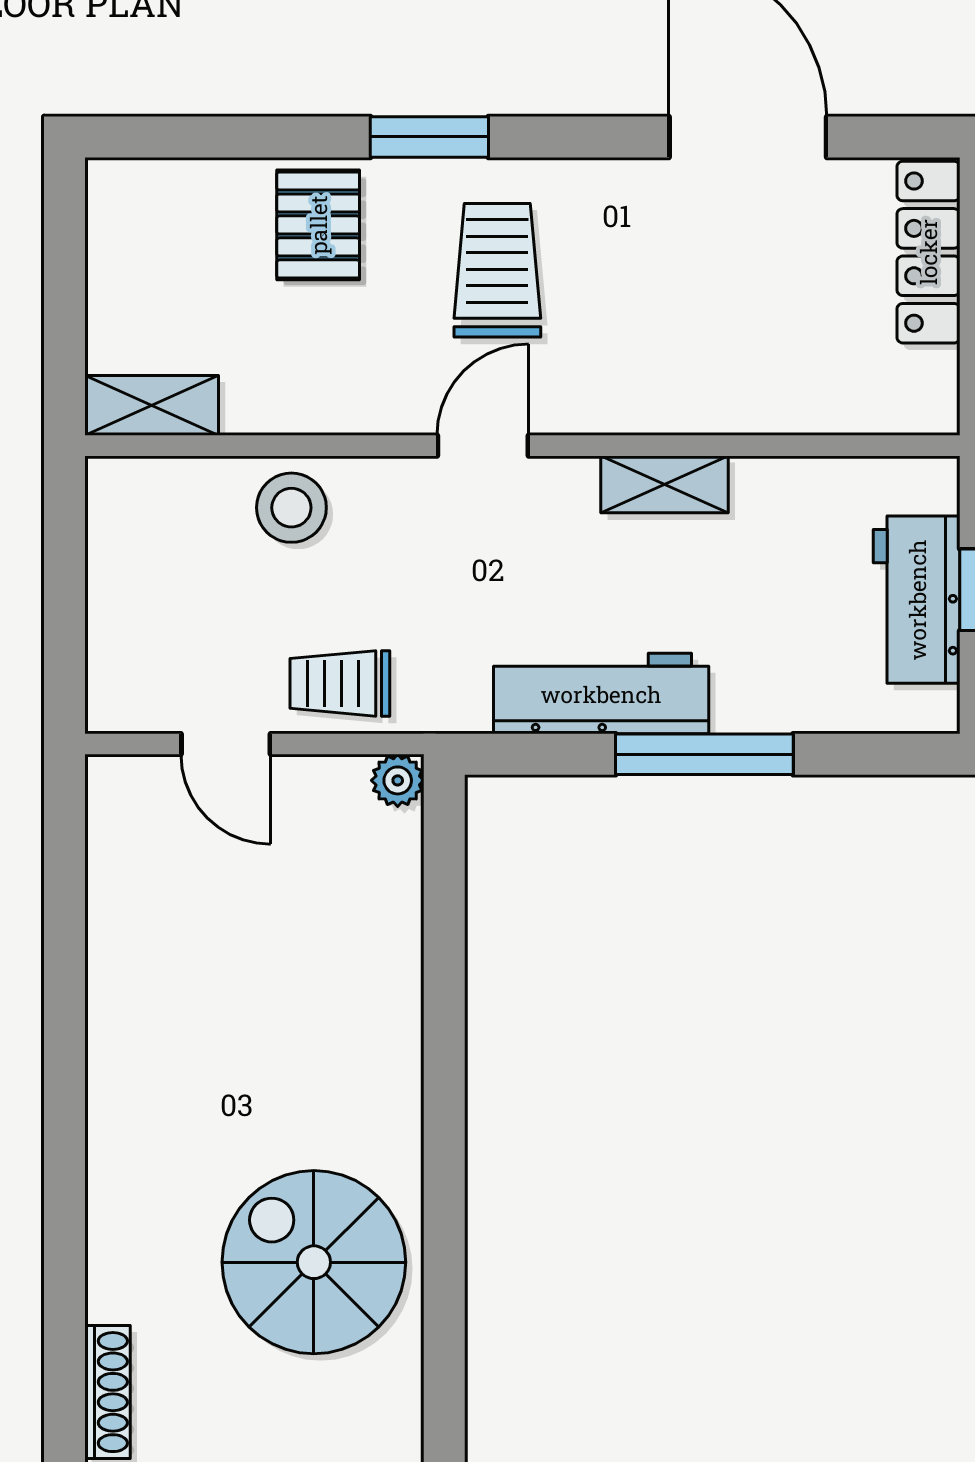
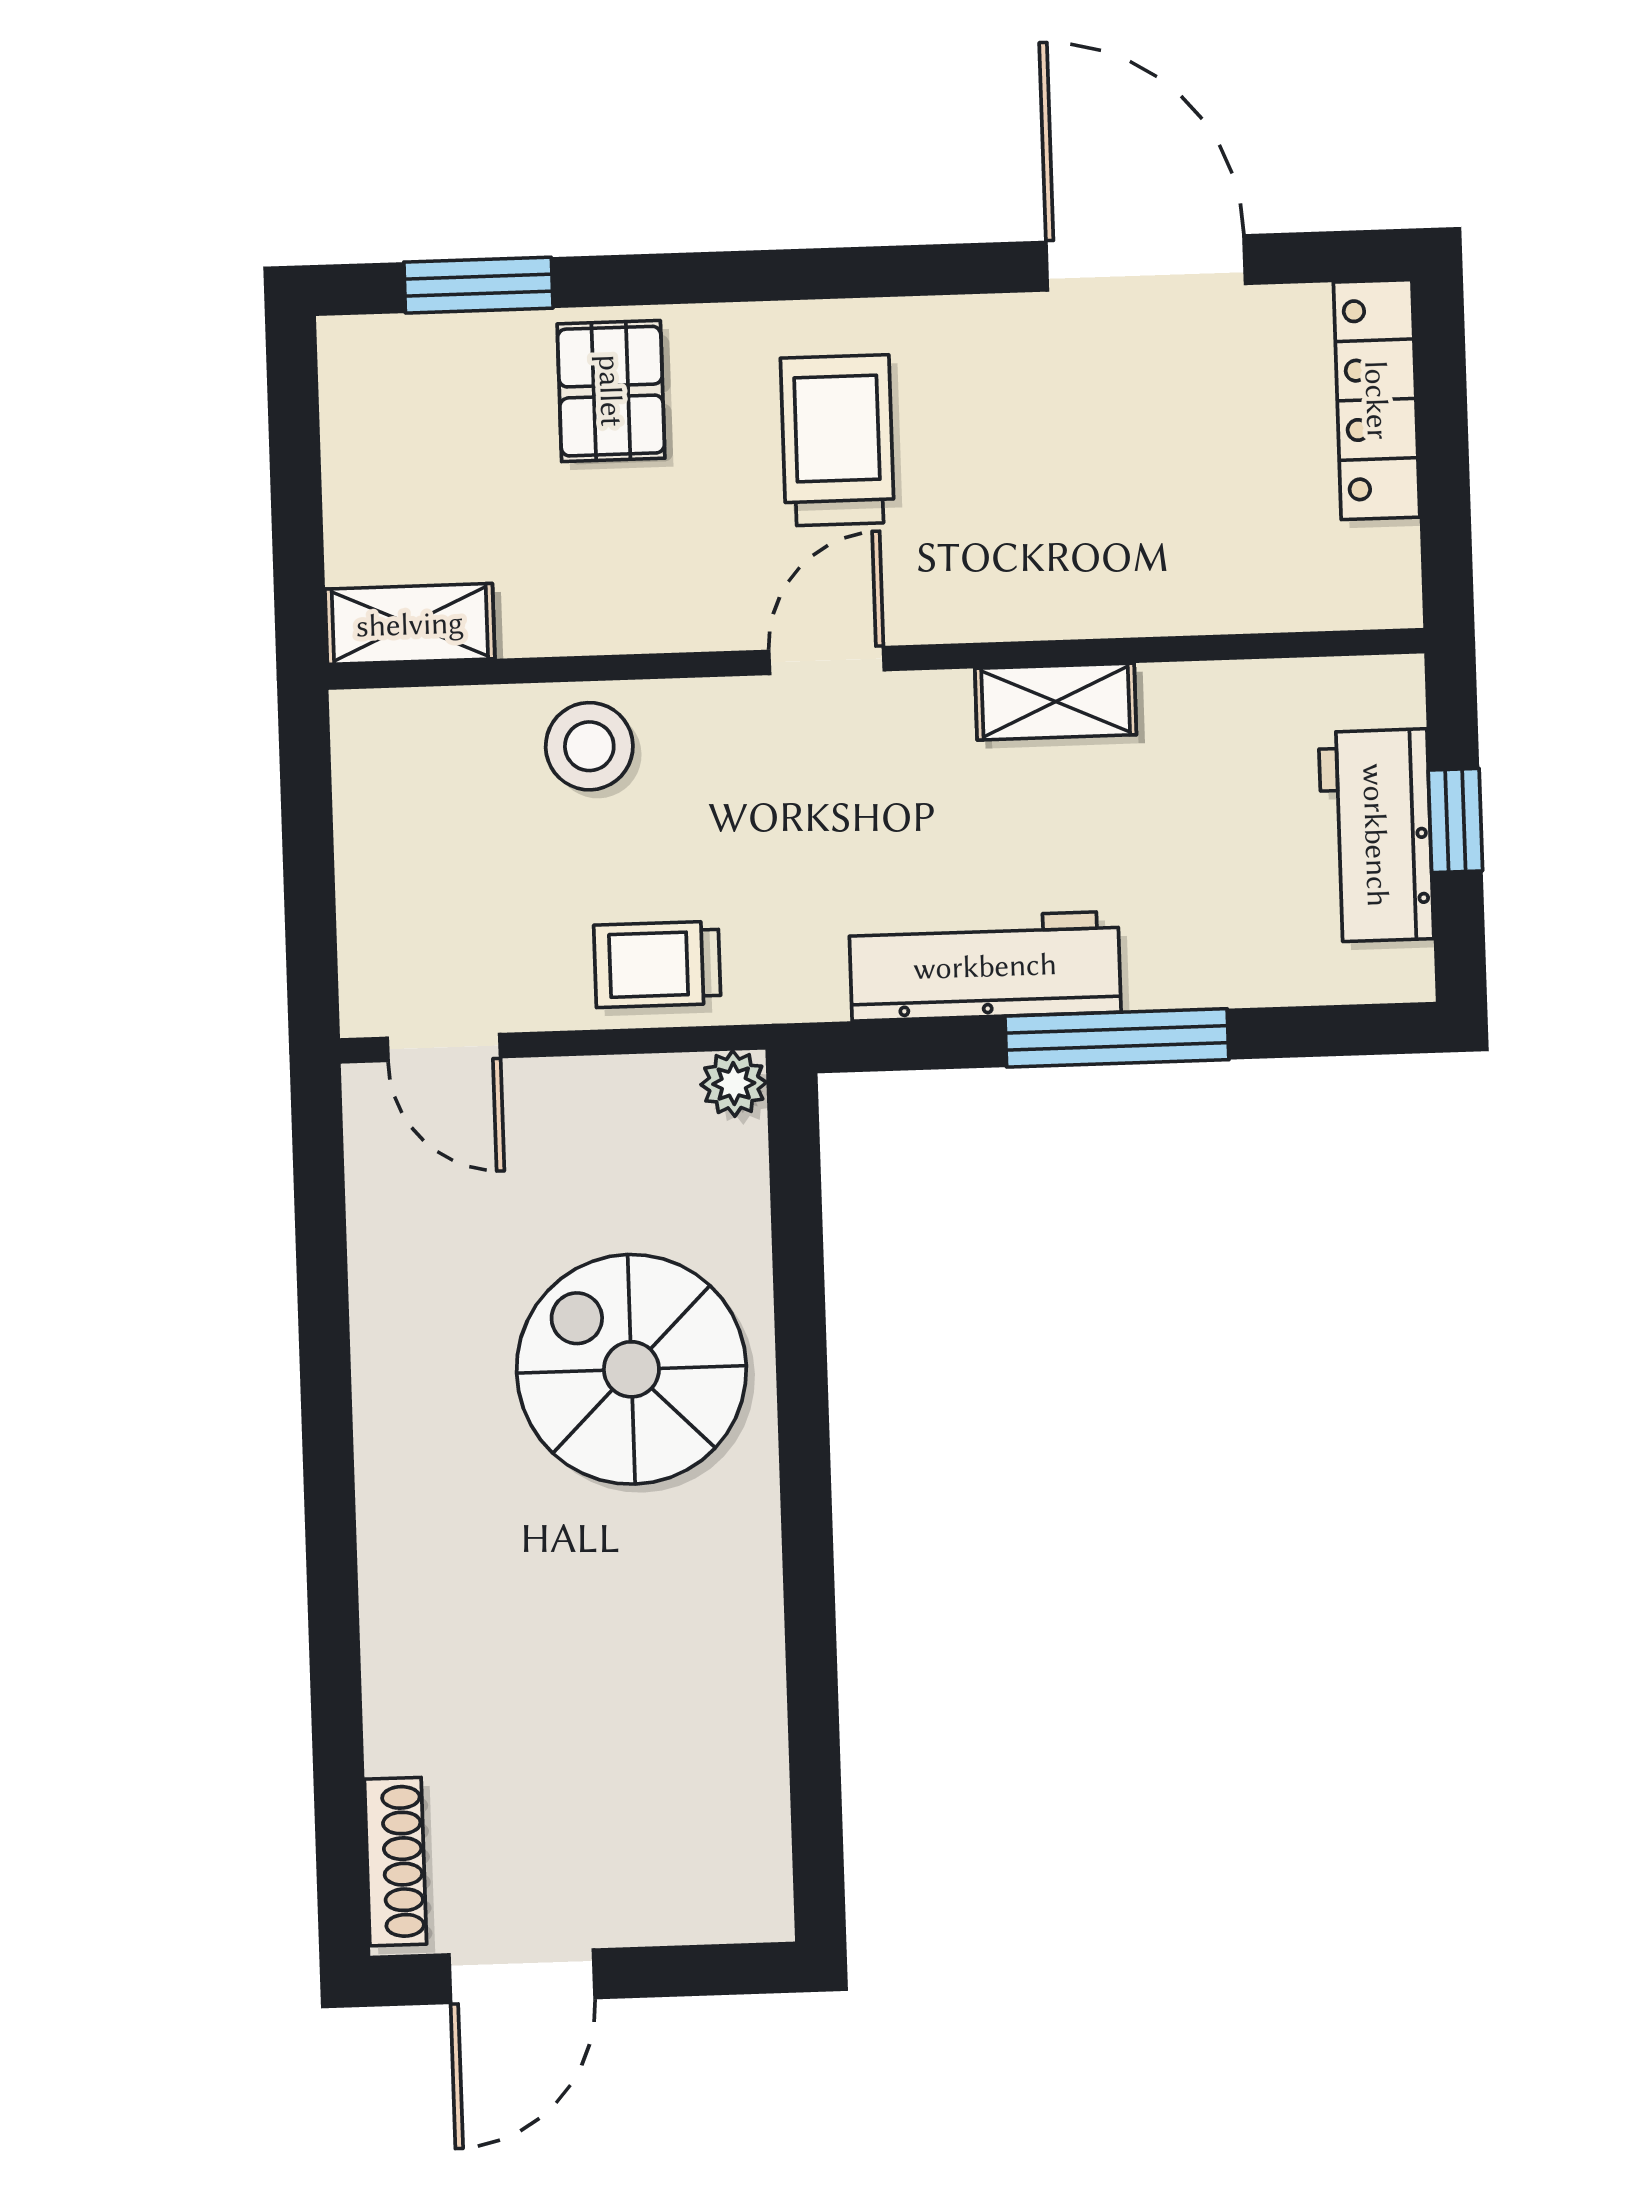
window: (429, 137) -> (478, 285), moved
door: (226, 744) -> (444, 1047), moved
spiral stairs: (314, 1262) -> (631, 1369), moved

